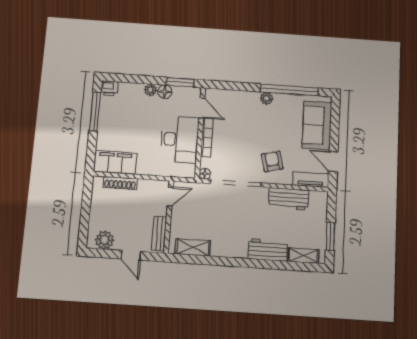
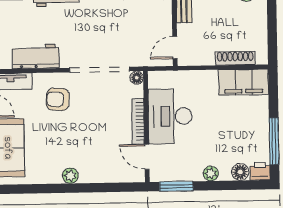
window: (289, 90) -> (44, 189), removed
floor lamp: (165, 92) -> (240, 172), moved
armchair: (272, 161) -> (58, 99), turned 107

